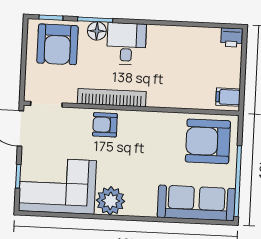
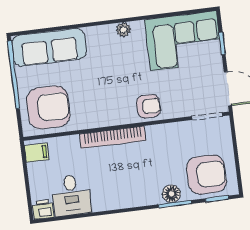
armchair: (58, 44) -> (207, 175), turned 90
desk: (126, 44) -> (71, 195), moved
bookcase: (112, 98) -> (113, 137), moved
plant: (111, 201) -> (124, 30), width x0.53, depth x0.53

